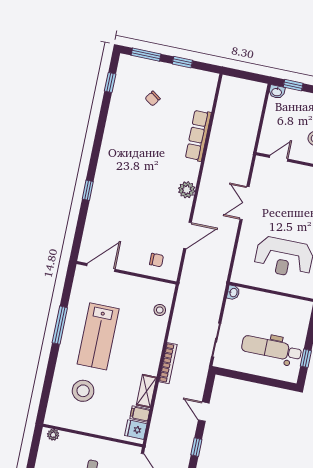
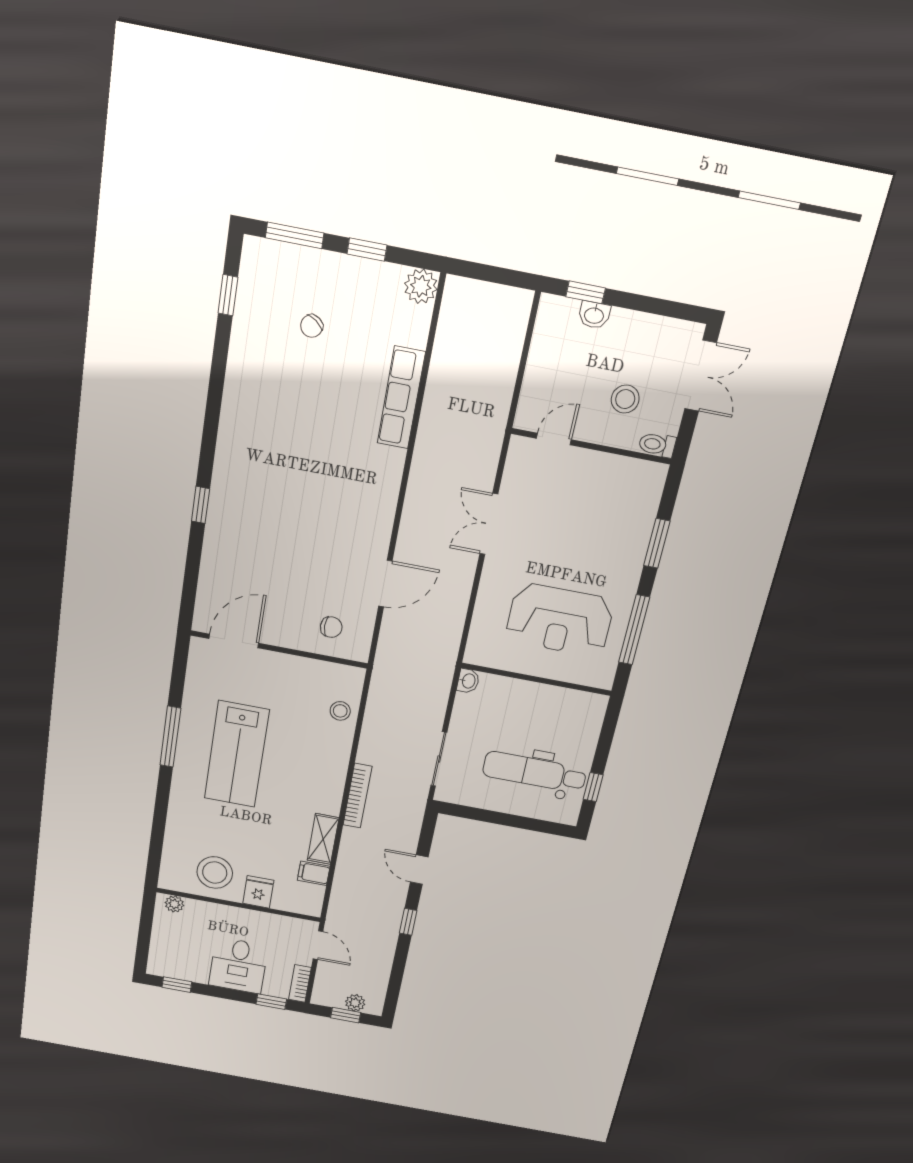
washbasin: (277, 92) -> (594, 315), moved
plant: (187, 190) -> (421, 286), moved
stool: (83, 391) -> (215, 873), moved
fridge: (136, 430) -> (258, 892), moved, turned 90

